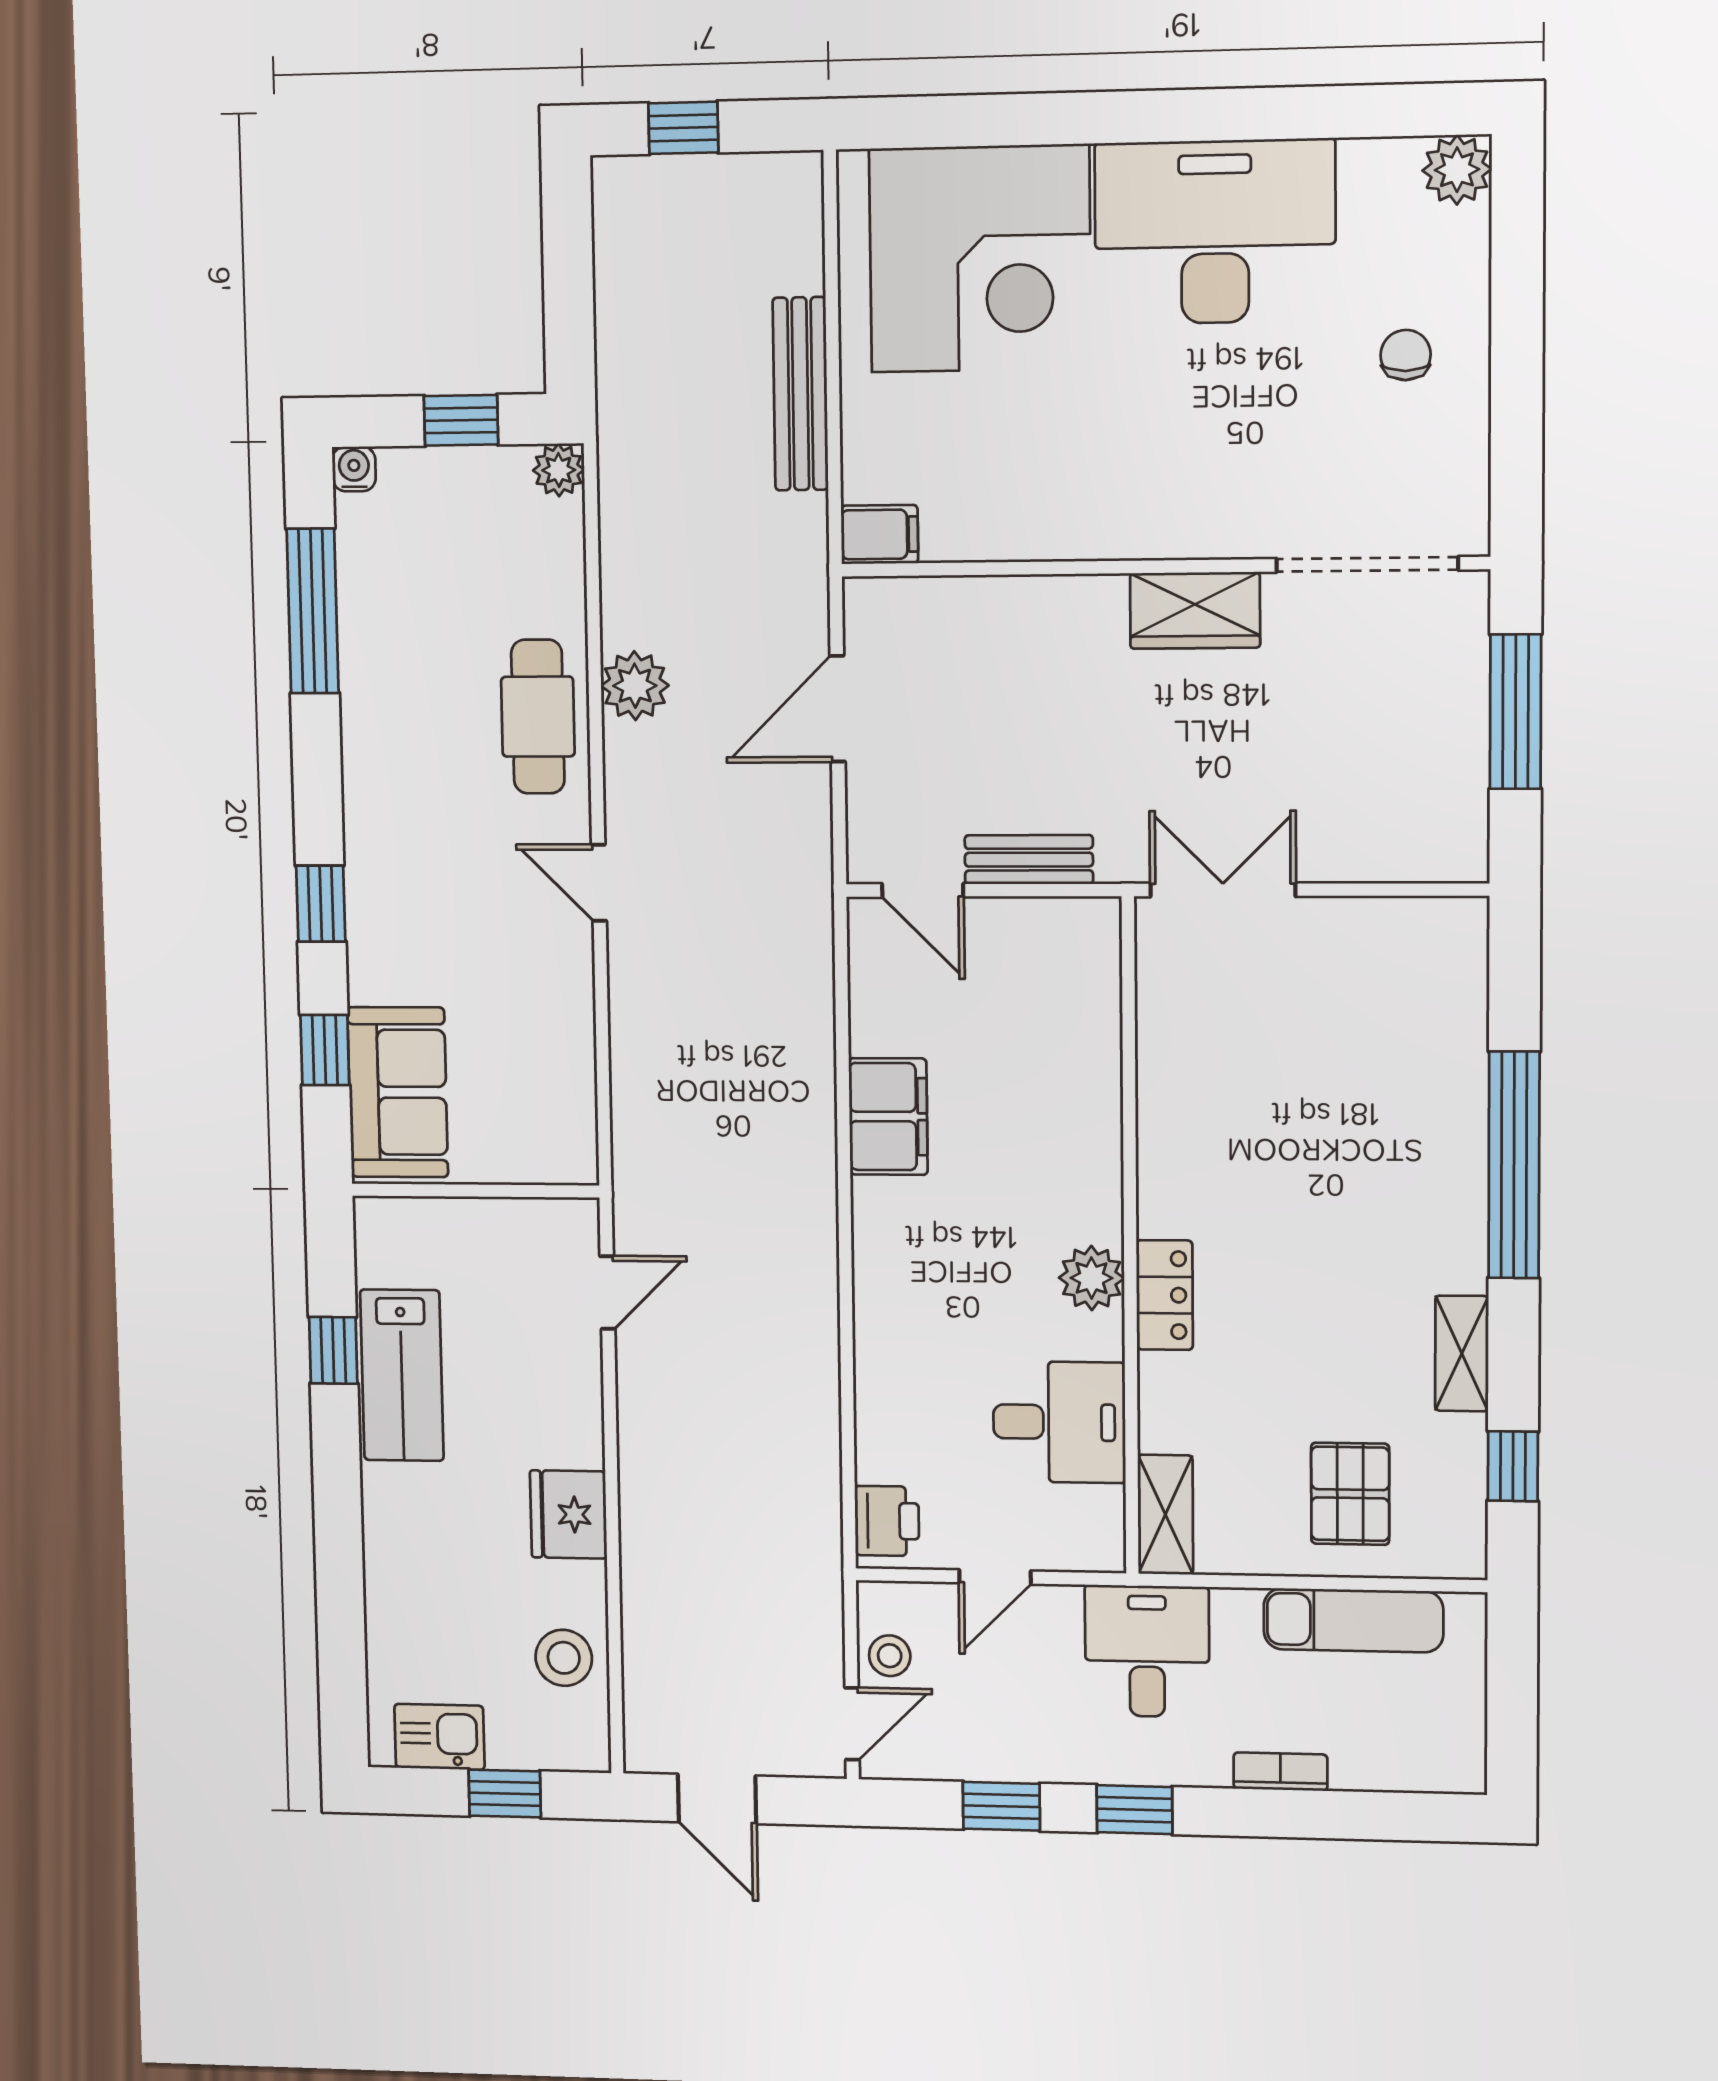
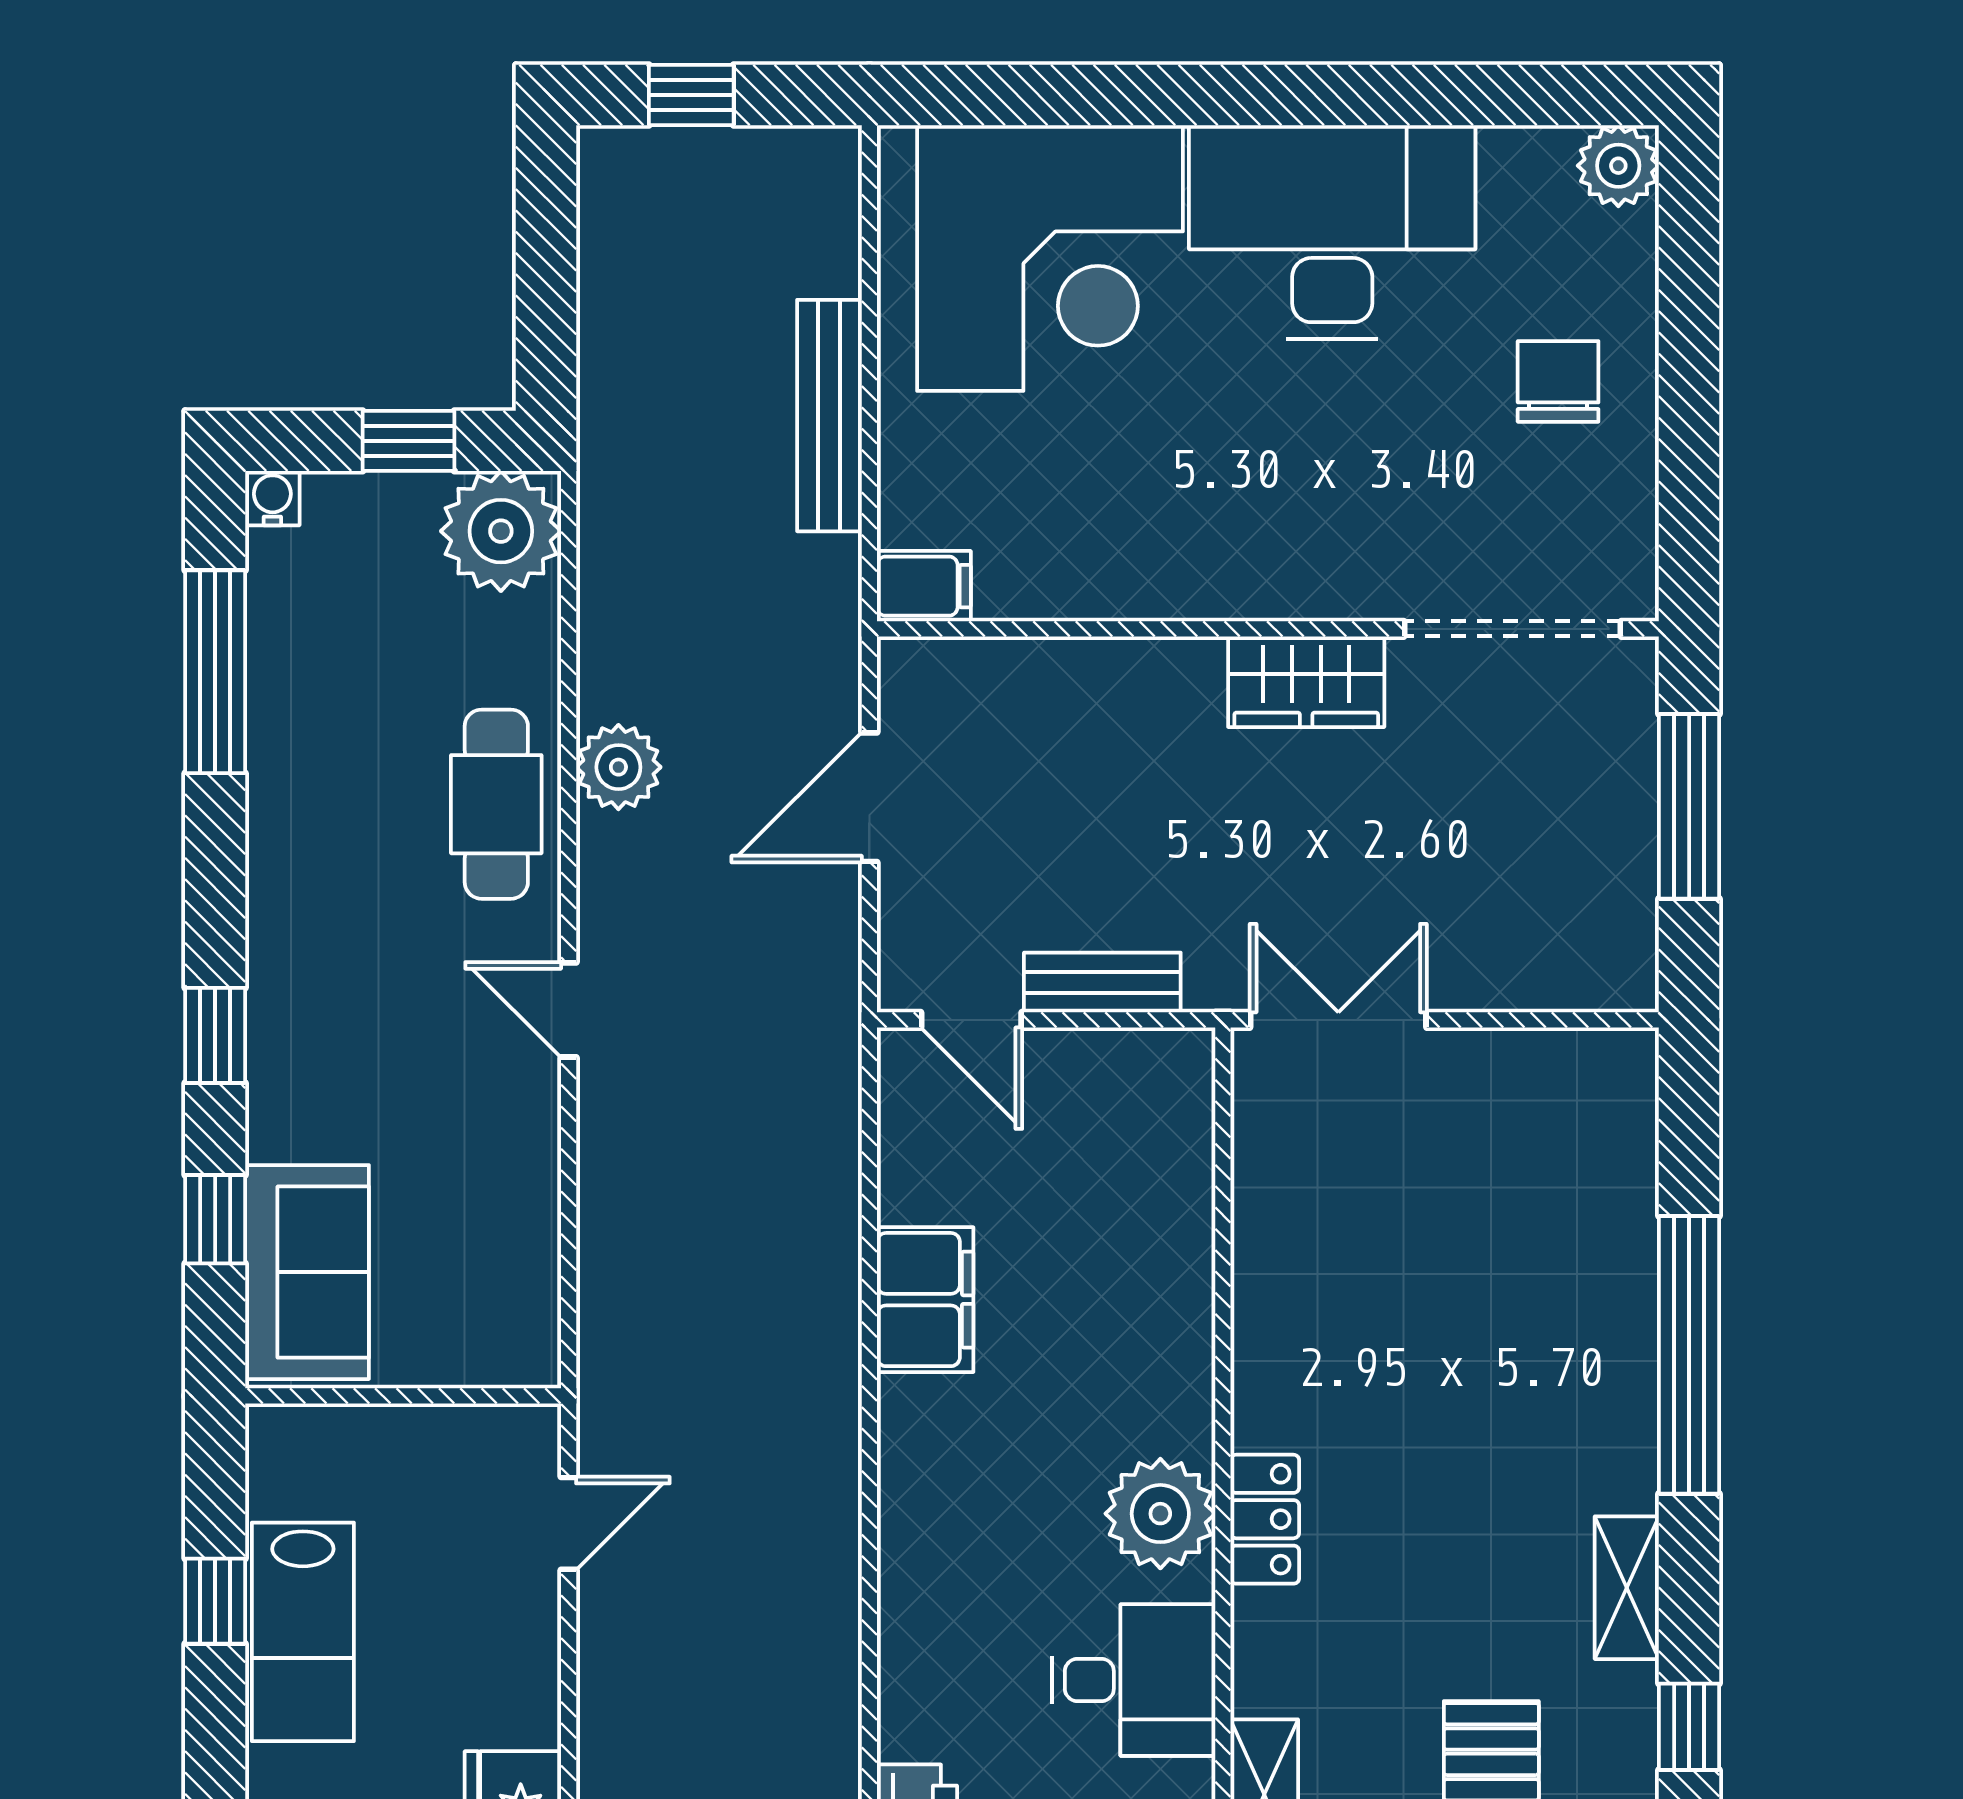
chair: (1406, 355) -> (1558, 381), width x1.37, depth x1.37
plant: (559, 470) -> (501, 531), width x1.87, depth x1.87
plant: (1092, 1278) -> (1160, 1514), width x1.36, depth x1.36

